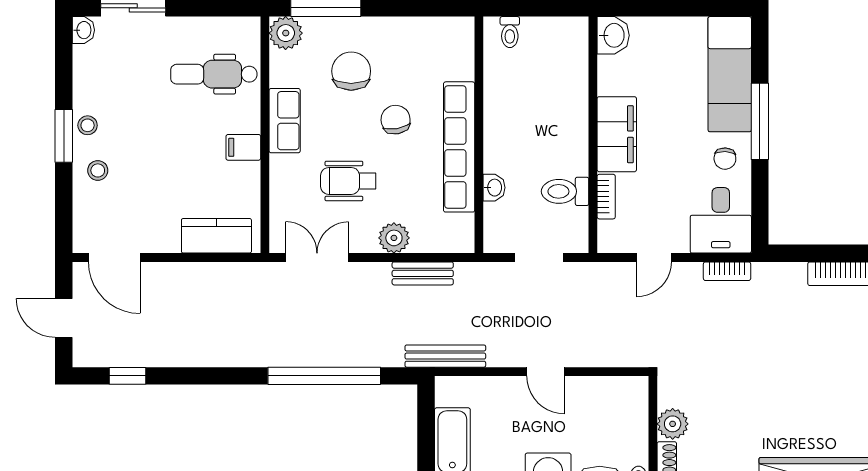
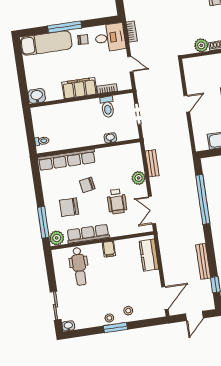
row of seats: (285, 121) -> (88, 234), width x1.48
row of seats: (459, 147) -> (67, 160), moved
bench: (445, 356) -> (203, 261), moved

